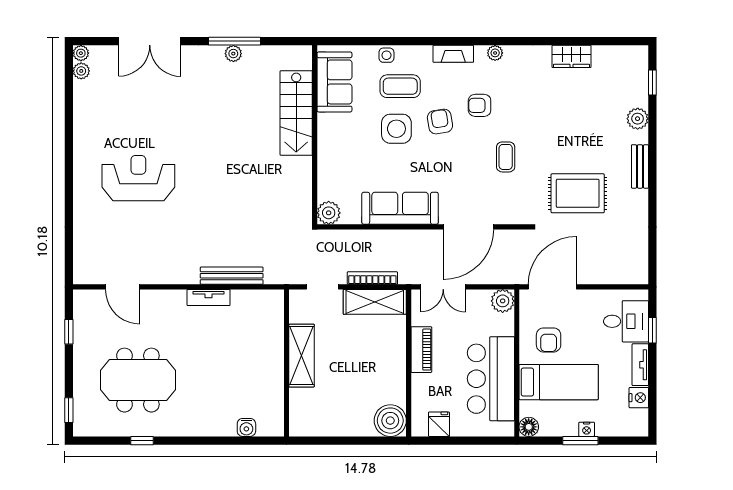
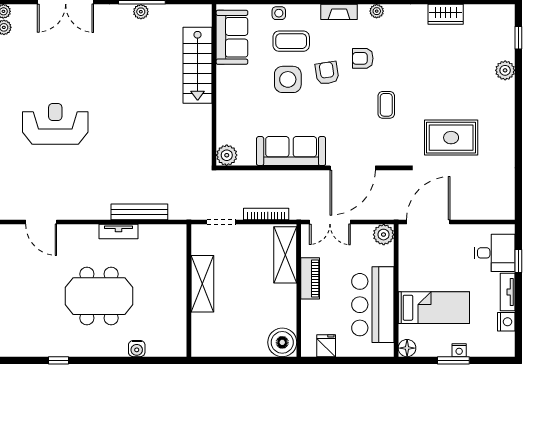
bench: (640, 166) -> (507, 113), removed
shelving: (375, 302) -> (285, 255), moved, turned 90
armchair: (549, 340) -> (425, 270), removed
meeting table: (138, 380) -> (99, 296), moved
water cooler: (246, 427) -> (137, 349), moved

